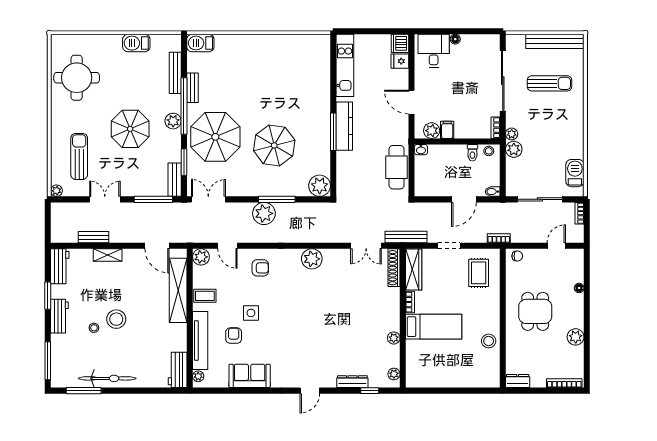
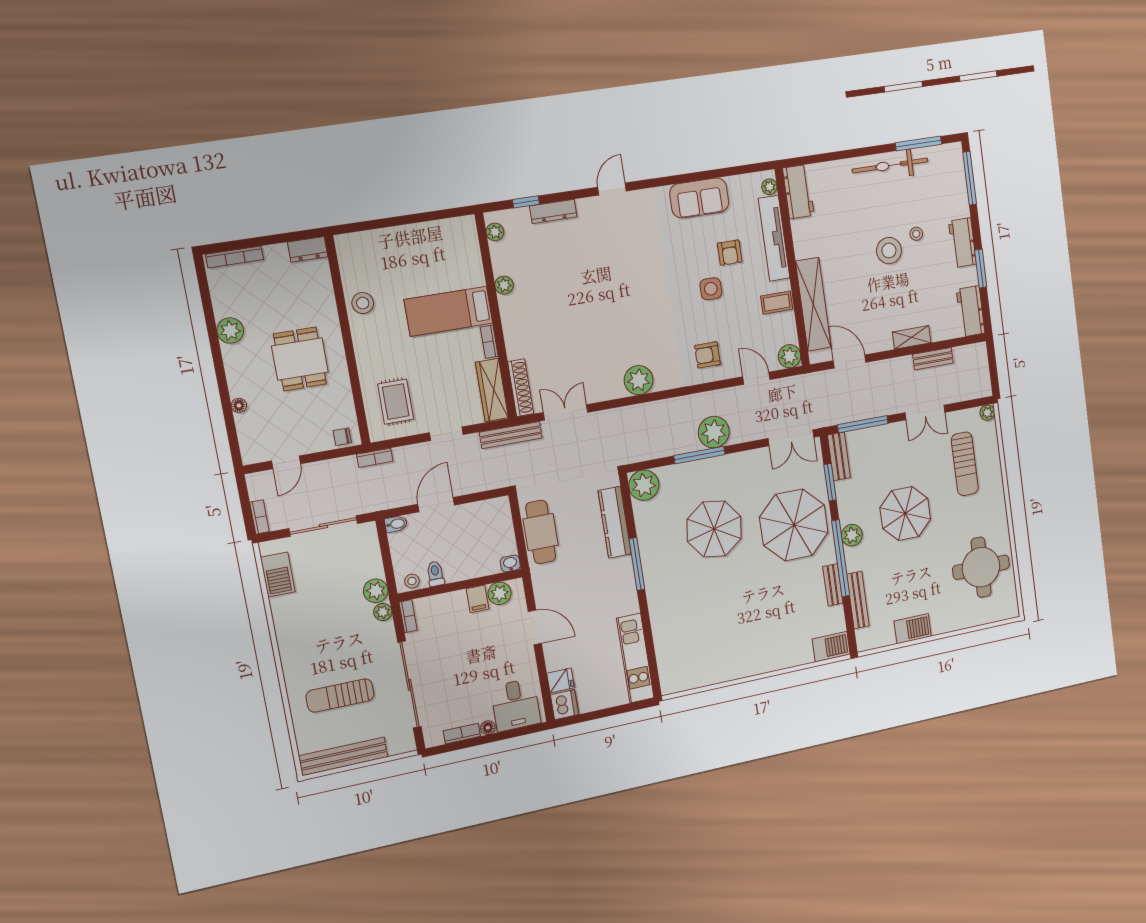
bookcase: (474, 39) -> (462, 734), added
kitchen counter: (344, 126) -> (615, 522), moved

